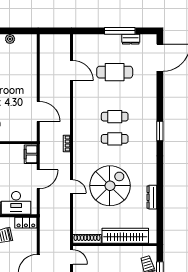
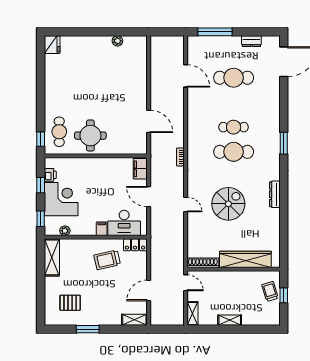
window: (120, 31) -> (215, 32), moved
cafe table: (115, 139) -> (234, 152), width x1.37, depth x1.35
door: (38, 179) -> (149, 197), swing flipped
spiral stairs: (110, 186) -> (228, 204), width x0.73, depth x0.73
dresser: (152, 197) -> (275, 194), moved

